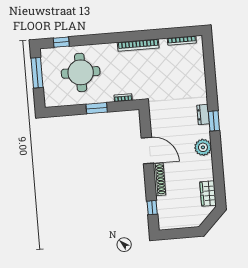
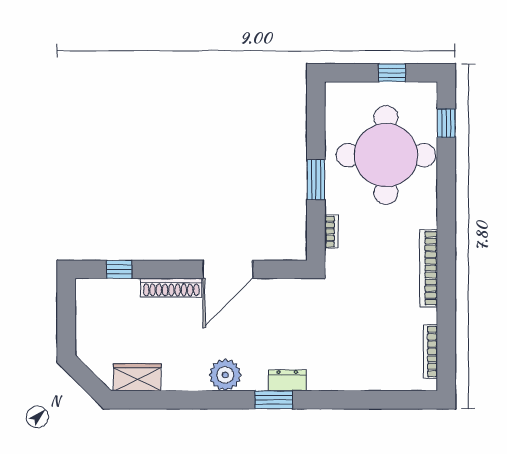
round table: (81, 72) -> (386, 155), width x1.36, depth x1.36
window: (37, 73) -> (392, 73), width x0.46

